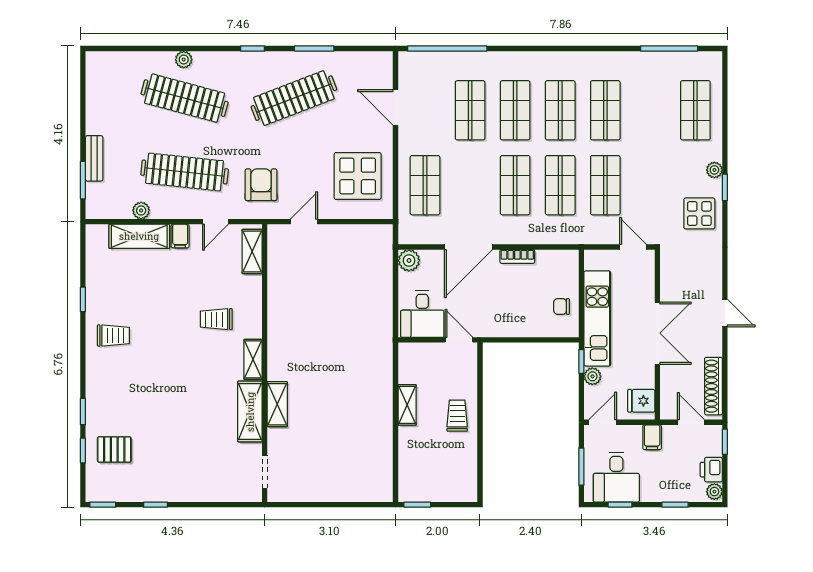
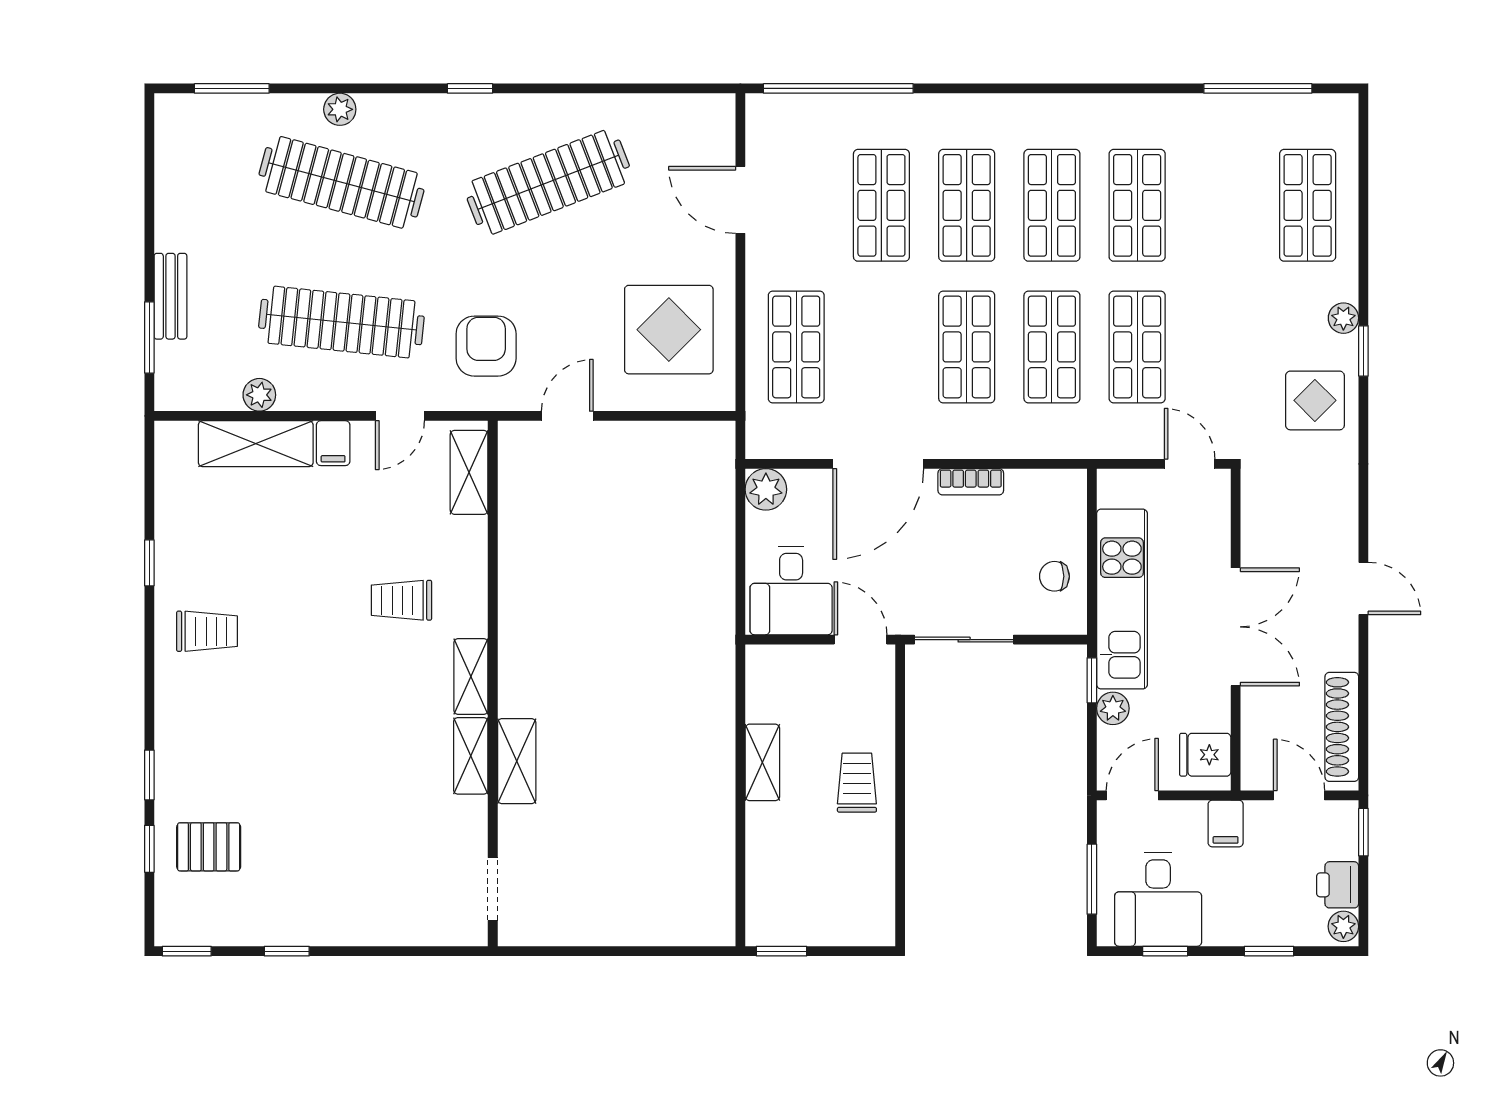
window: (314, 48) -> (232, 88), moved
sliding door: (514, 340) -> (964, 640), added
shelving: (250, 412) -> (471, 756), width x0.67, depth x0.75

